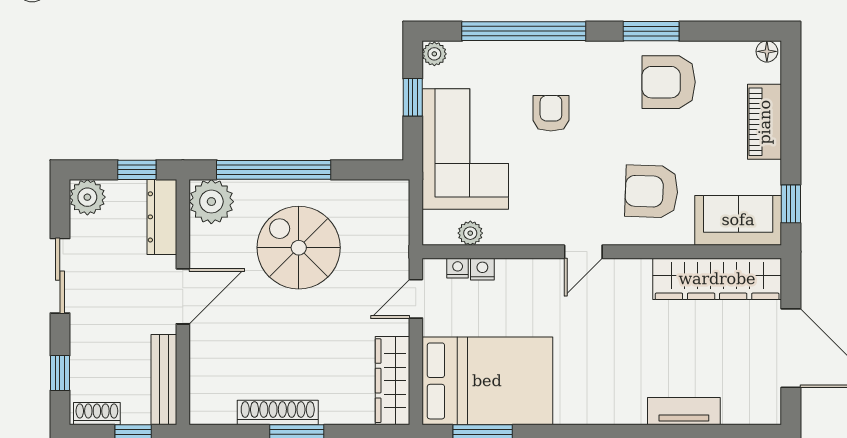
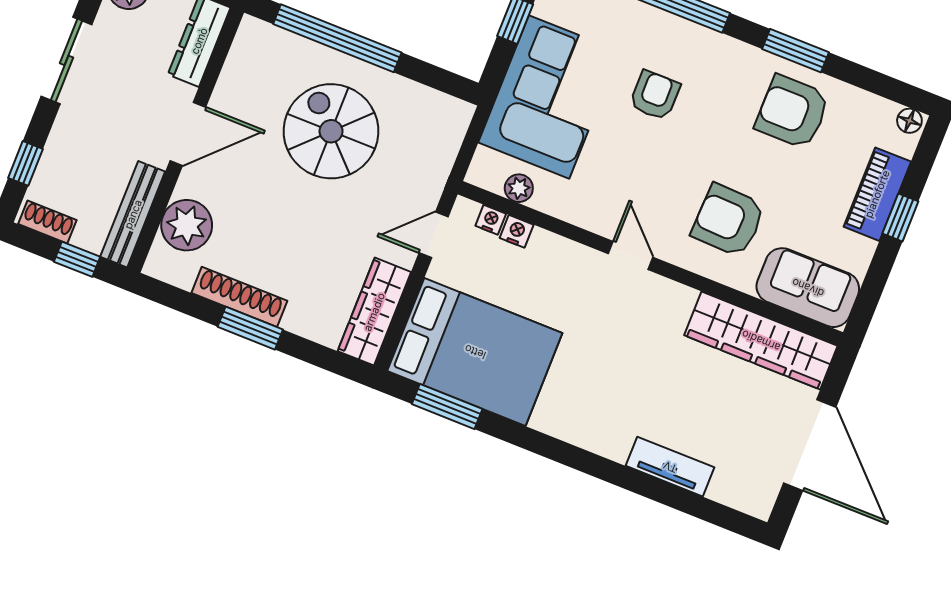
plant: (211, 202) -> (187, 225), moved
window: (791, 204) -> (900, 217), moved
door: (583, 252) -> (631, 255), swing flipped

